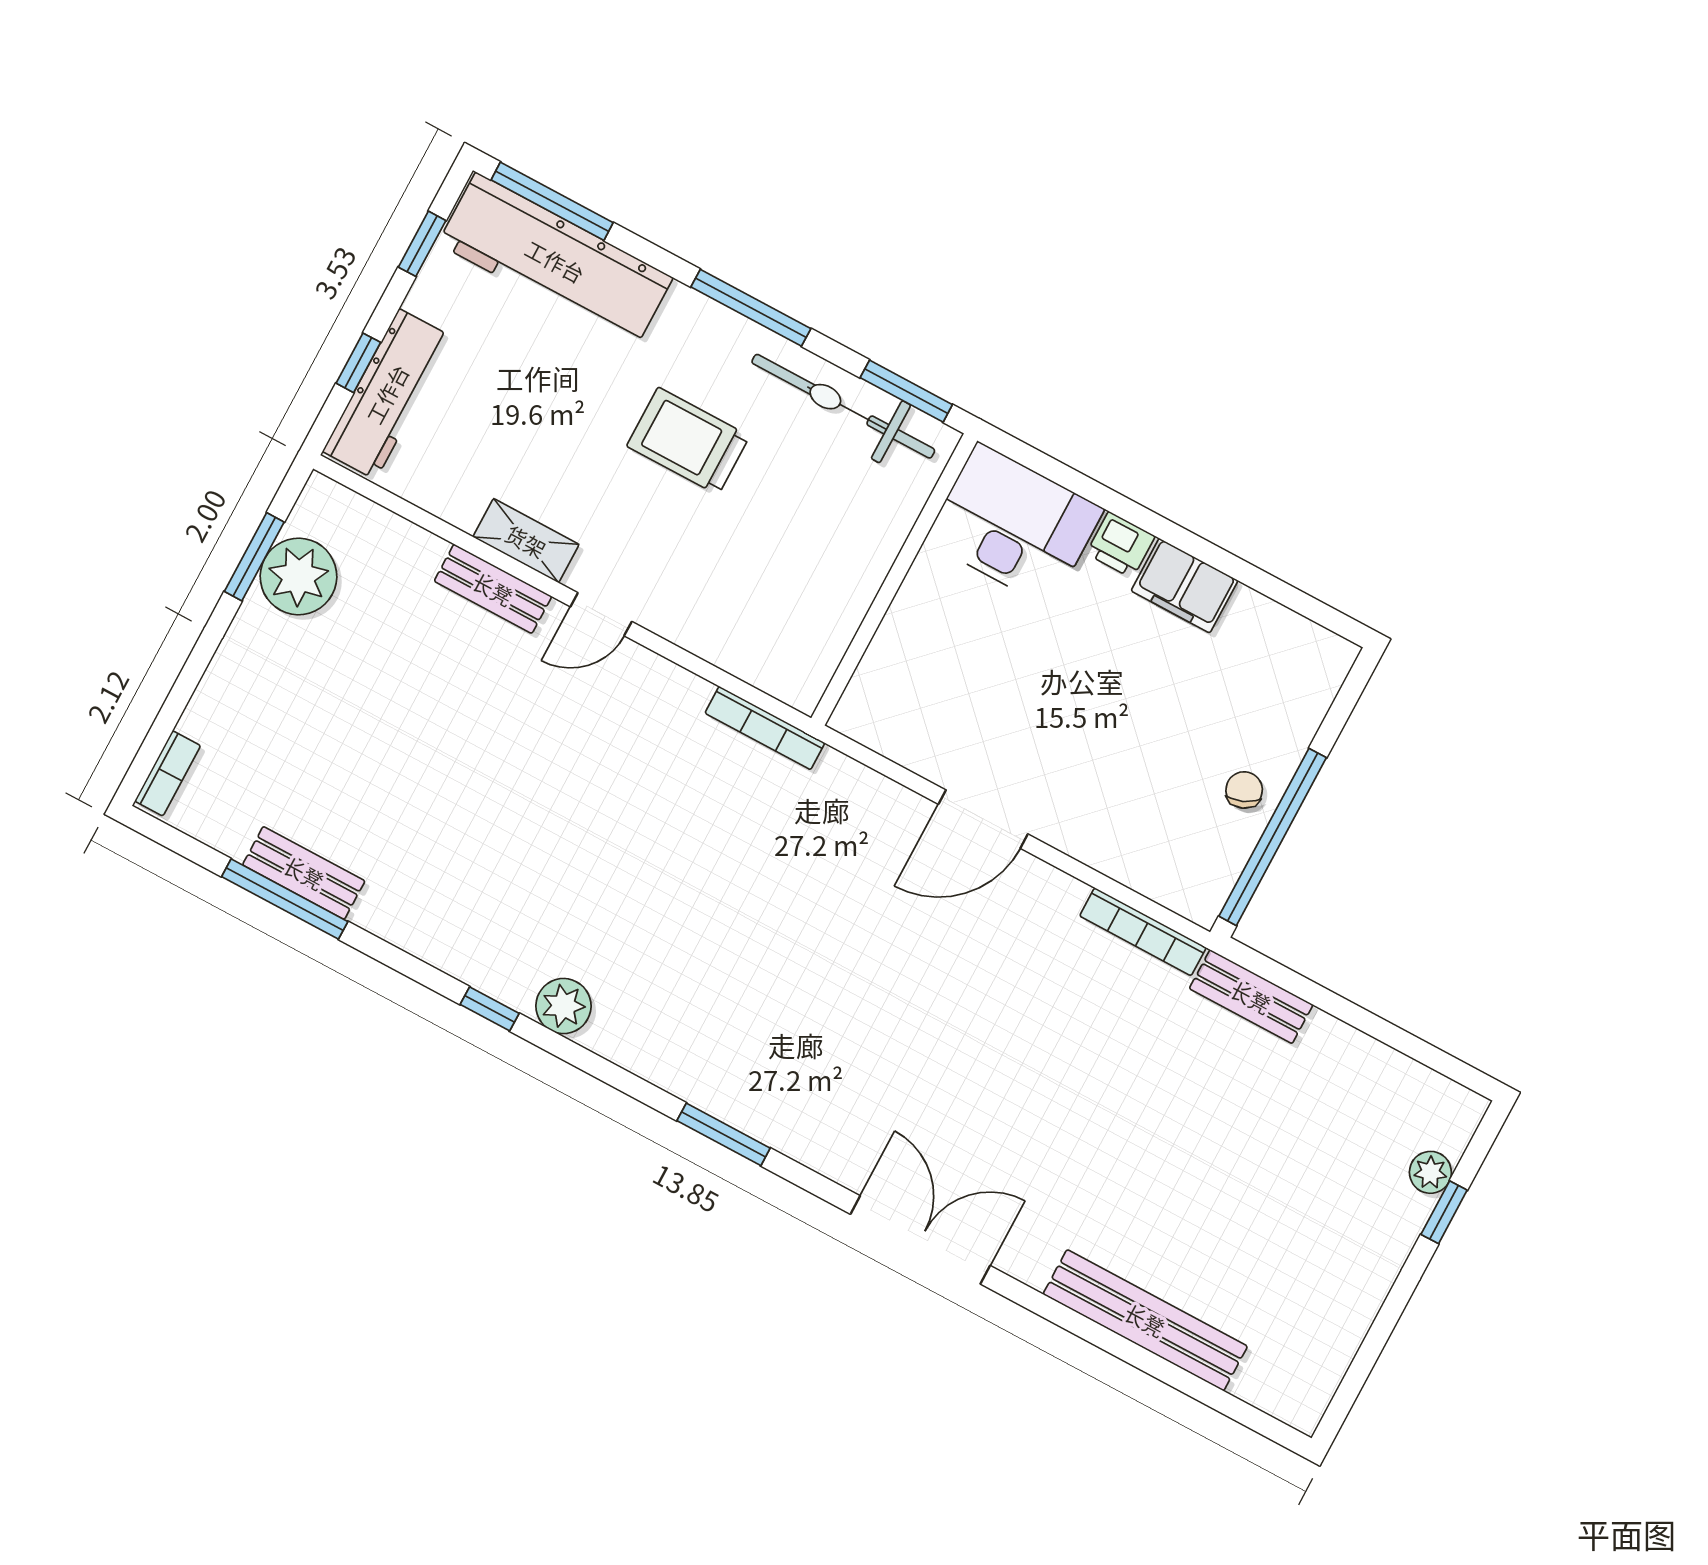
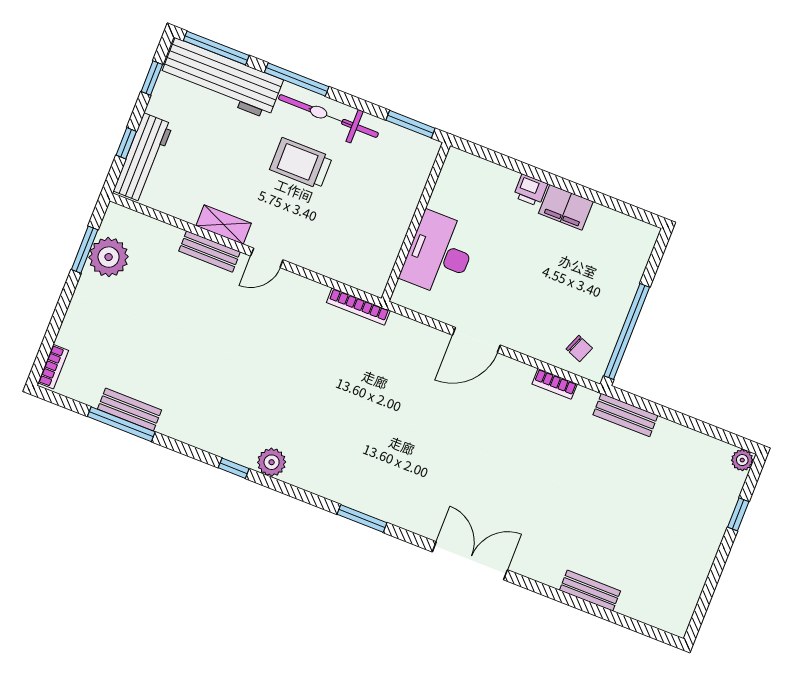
window: (751, 308) -> (297, 80), moved
bicycle: (843, 406) -> (328, 116), moved
desk: (1014, 525) -> (439, 254), moved, turned -90
chair: (1244, 790) -> (579, 349), moved, turned 135
bookcase: (1143, 932) -> (555, 384), width x0.64
plant: (1430, 1172) -> (742, 460), moved
bench: (1145, 1320) -> (590, 591), width x0.54, depth x0.82

